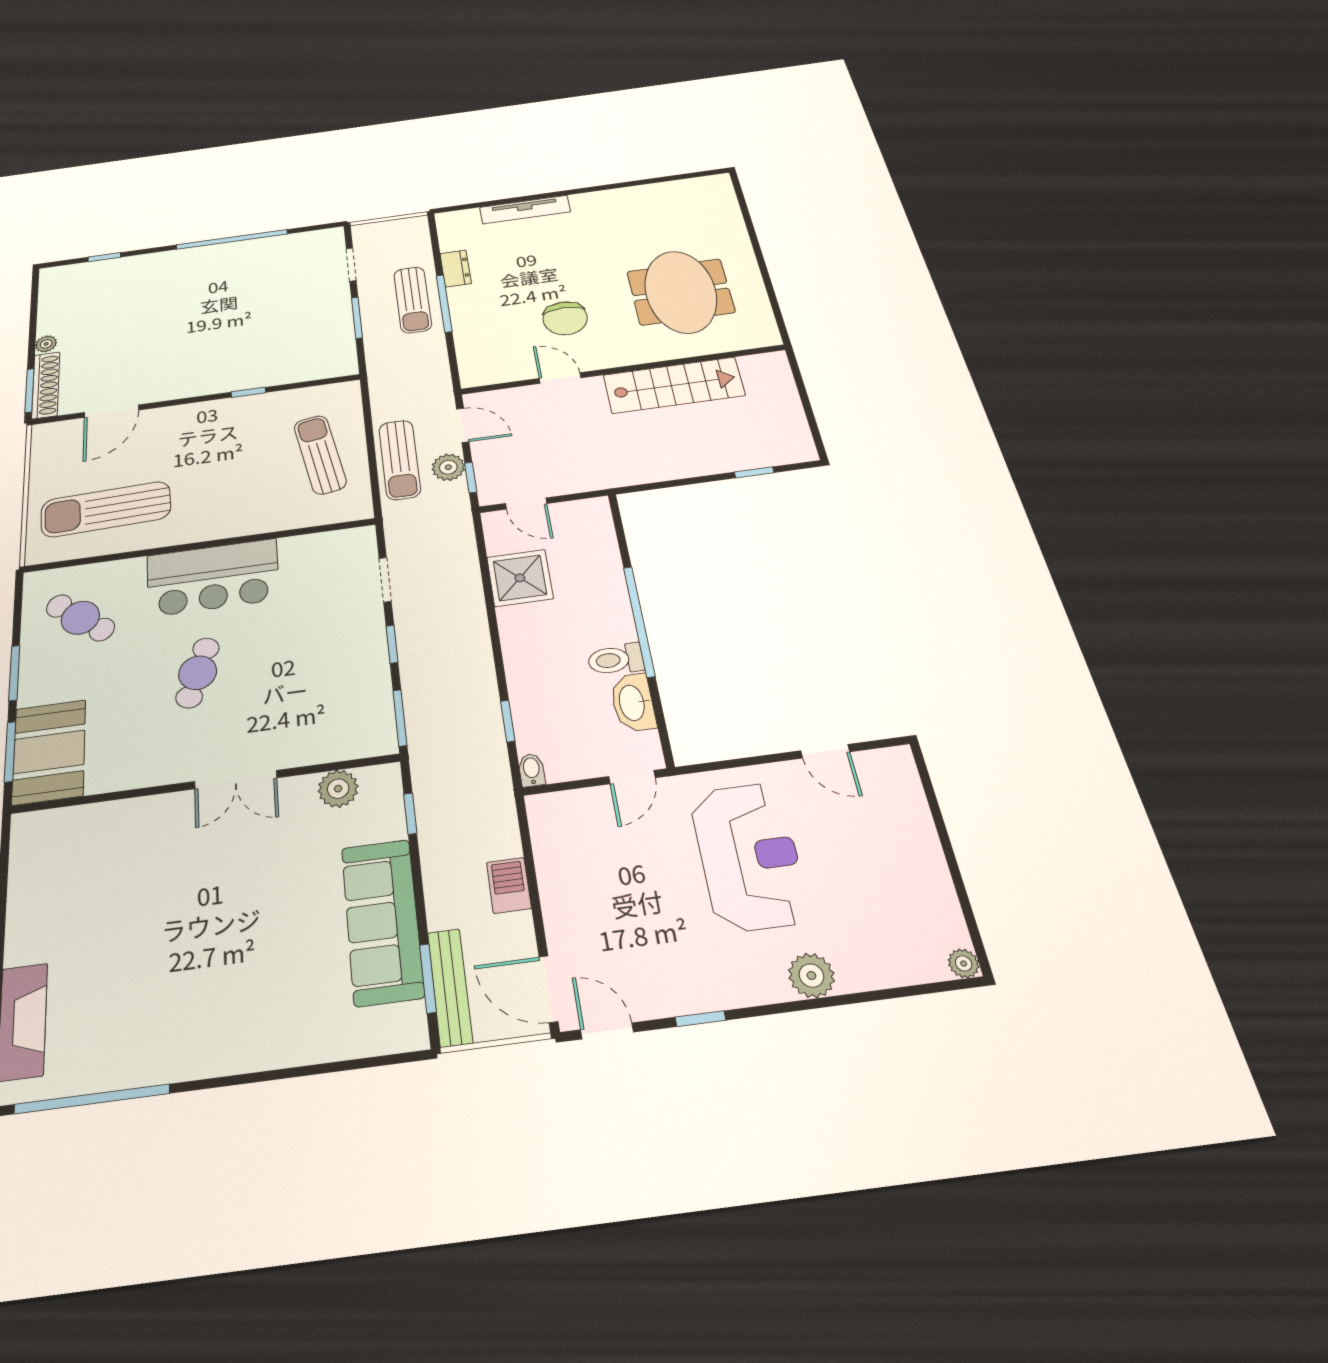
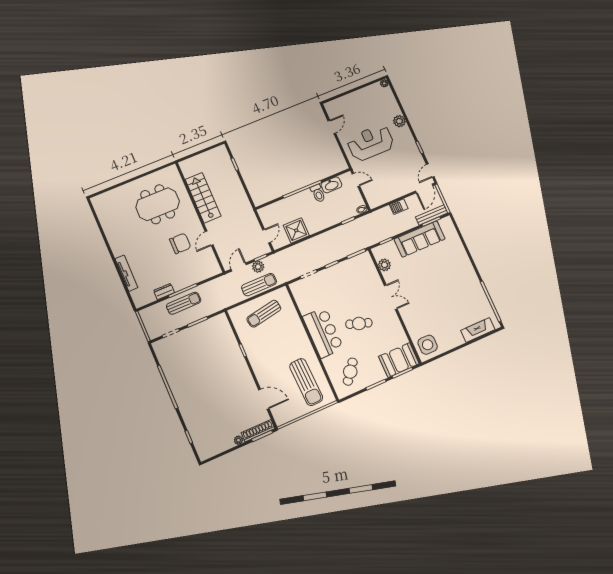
side table: (53, 847) -> (428, 345), added

